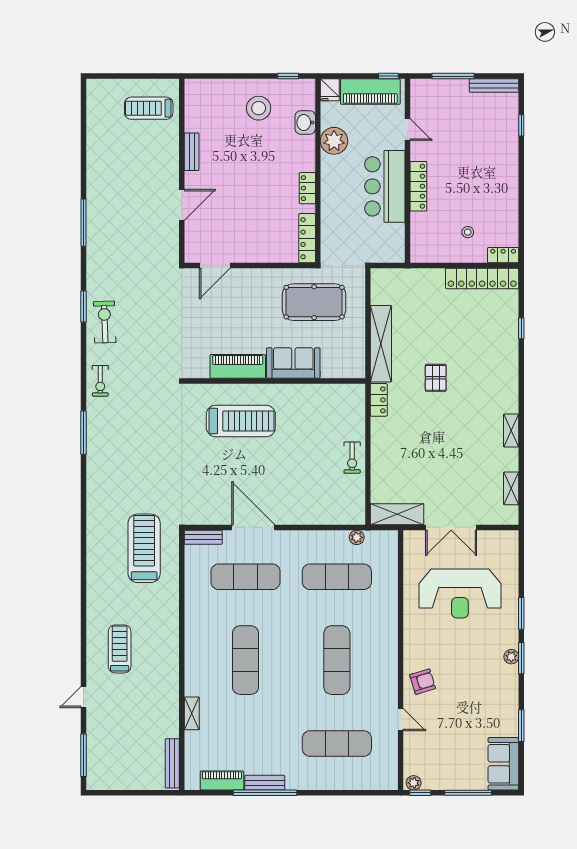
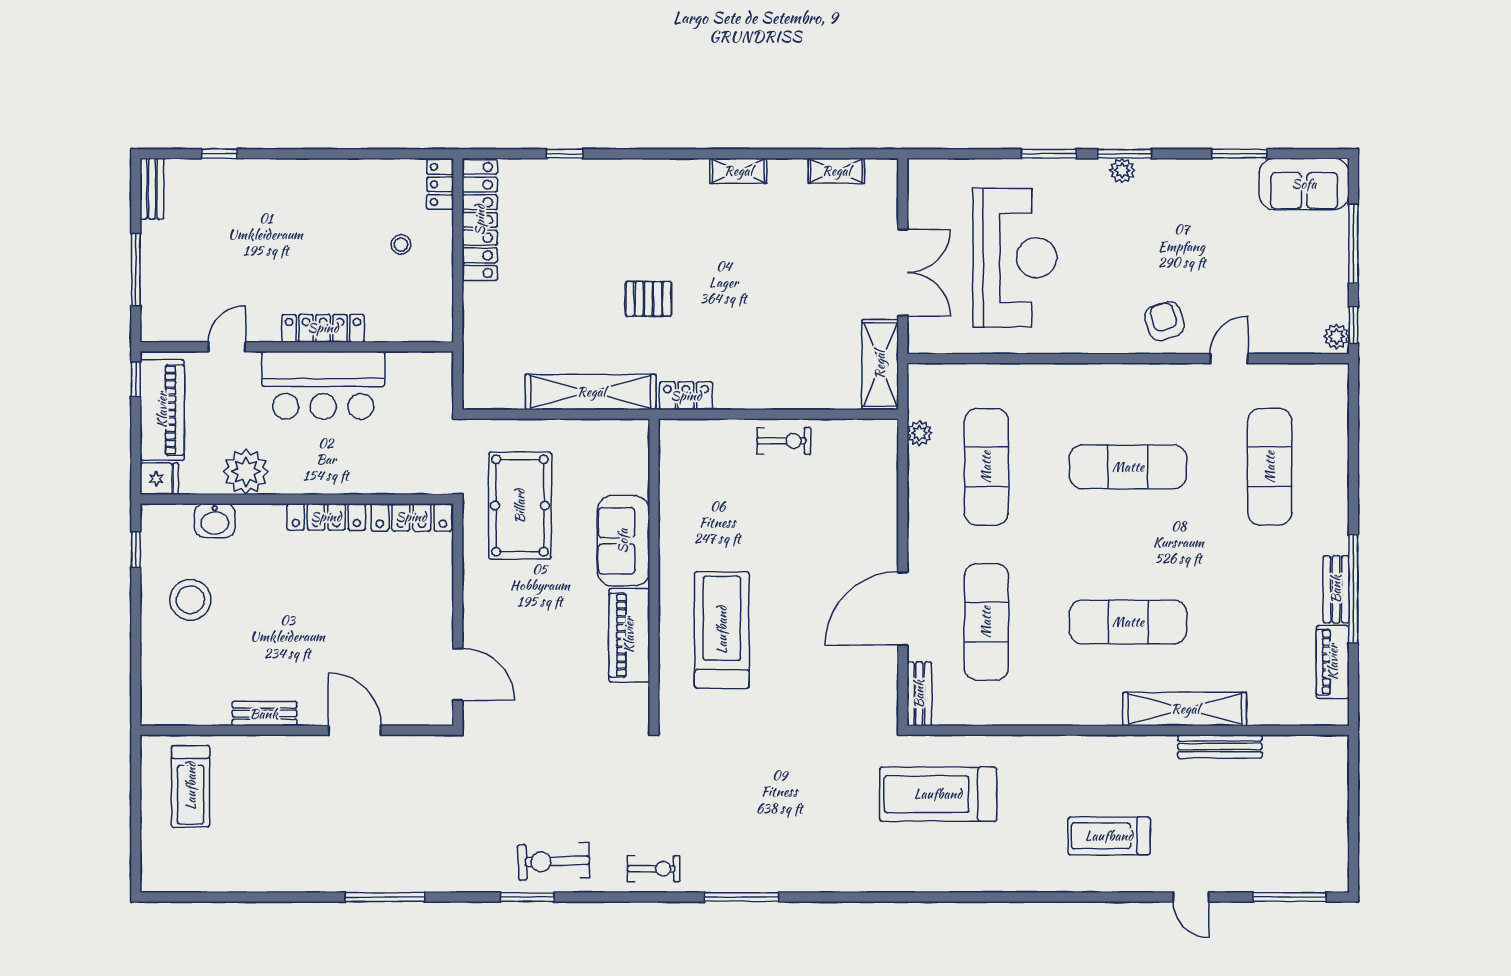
bench: (494, 86) -> (152, 189), width x0.73
locker: (307, 188) -> (326, 517), width x1.53
shelving: (192, 713) -> (1185, 709), width x2.20, depth x1.33
bench: (172, 763) -> (1220, 746), moved

